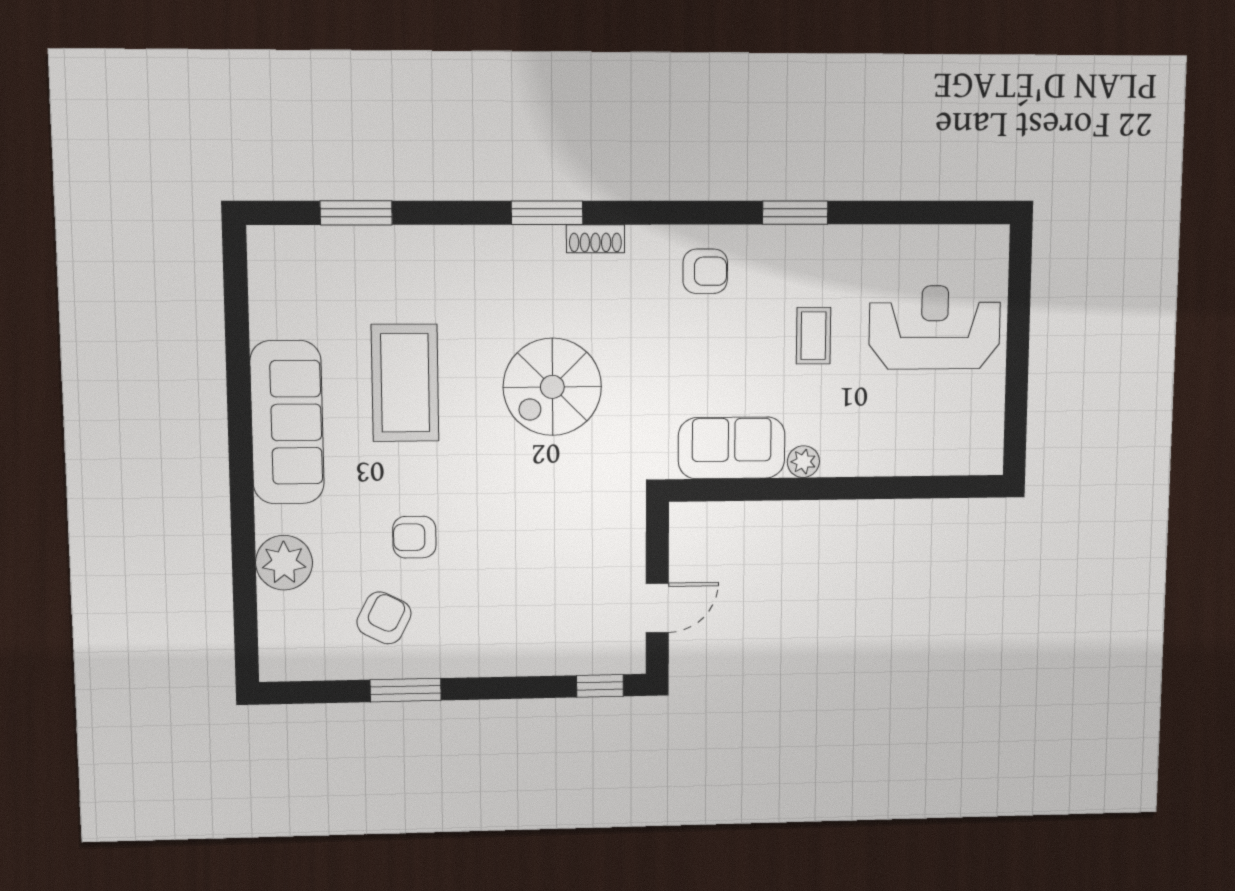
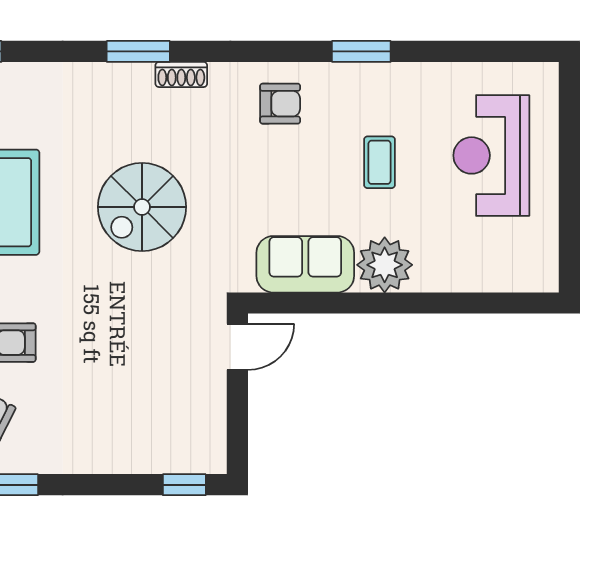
reception desk: (935, 327) -> (491, 155), turned -90
plant: (803, 462) -> (385, 265), width x1.87, depth x1.87
door: (657, 608) -> (237, 347), moved

